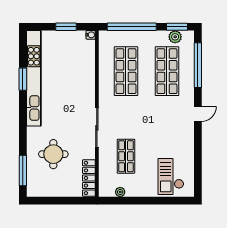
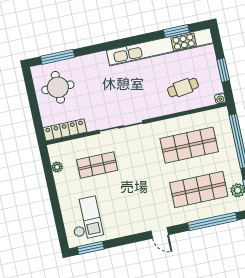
cafe table: (74, 66) -> (183, 88), added
window: (23, 79) -> (176, 31), moved
round table: (53, 154) -> (58, 87), moved
checkout: (171, 177) -> (86, 218), turned 90
window: (198, 178) -> (91, 248), added

